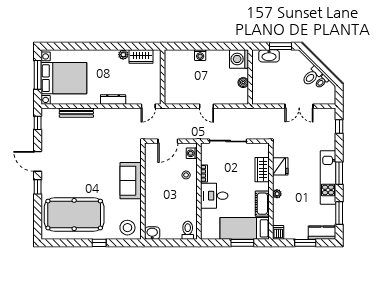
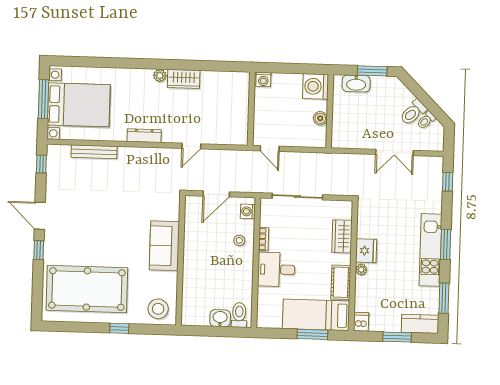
wall: (163, 77) -> (251, 109), moved
fridge: (280, 166) -> (366, 251), moved
washbasin: (152, 233) -> (220, 318), moved

